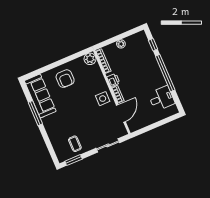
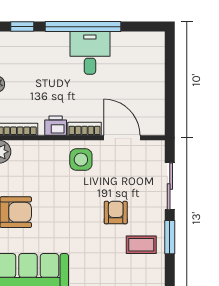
desk: (161, 98) -> (90, 53), moved
armchair: (85, 125) -> (116, 213), added
window: (74, 160) -> (170, 237), moved

